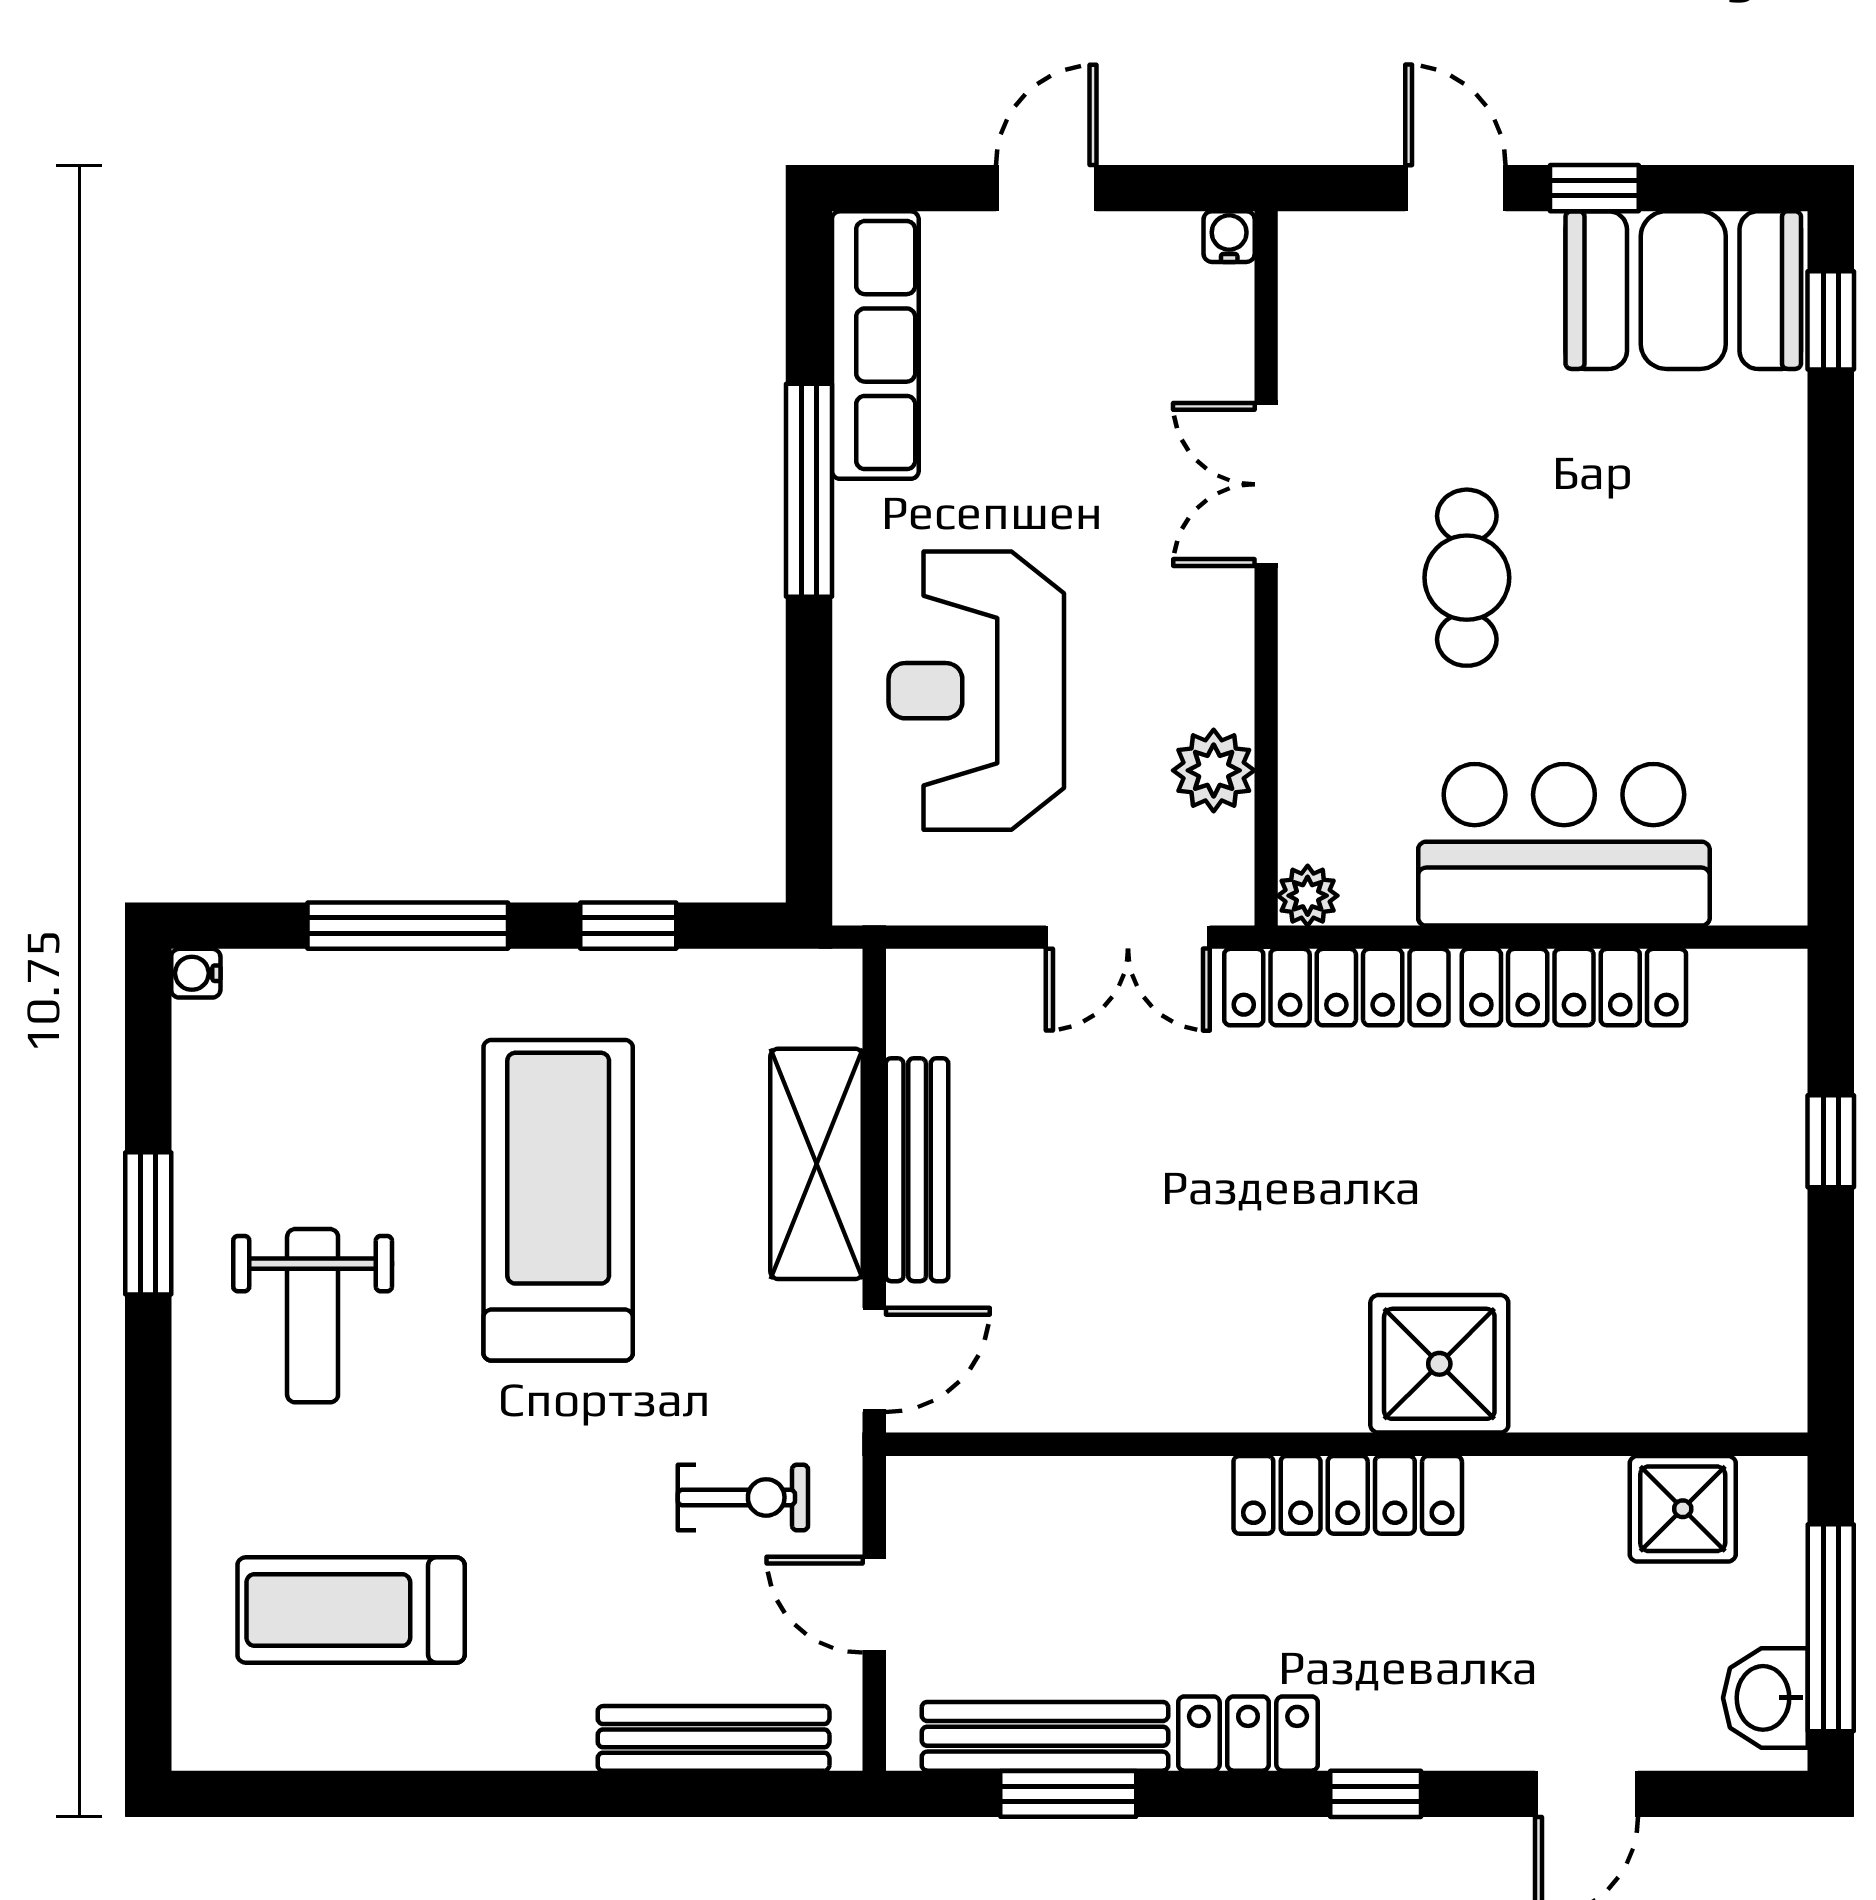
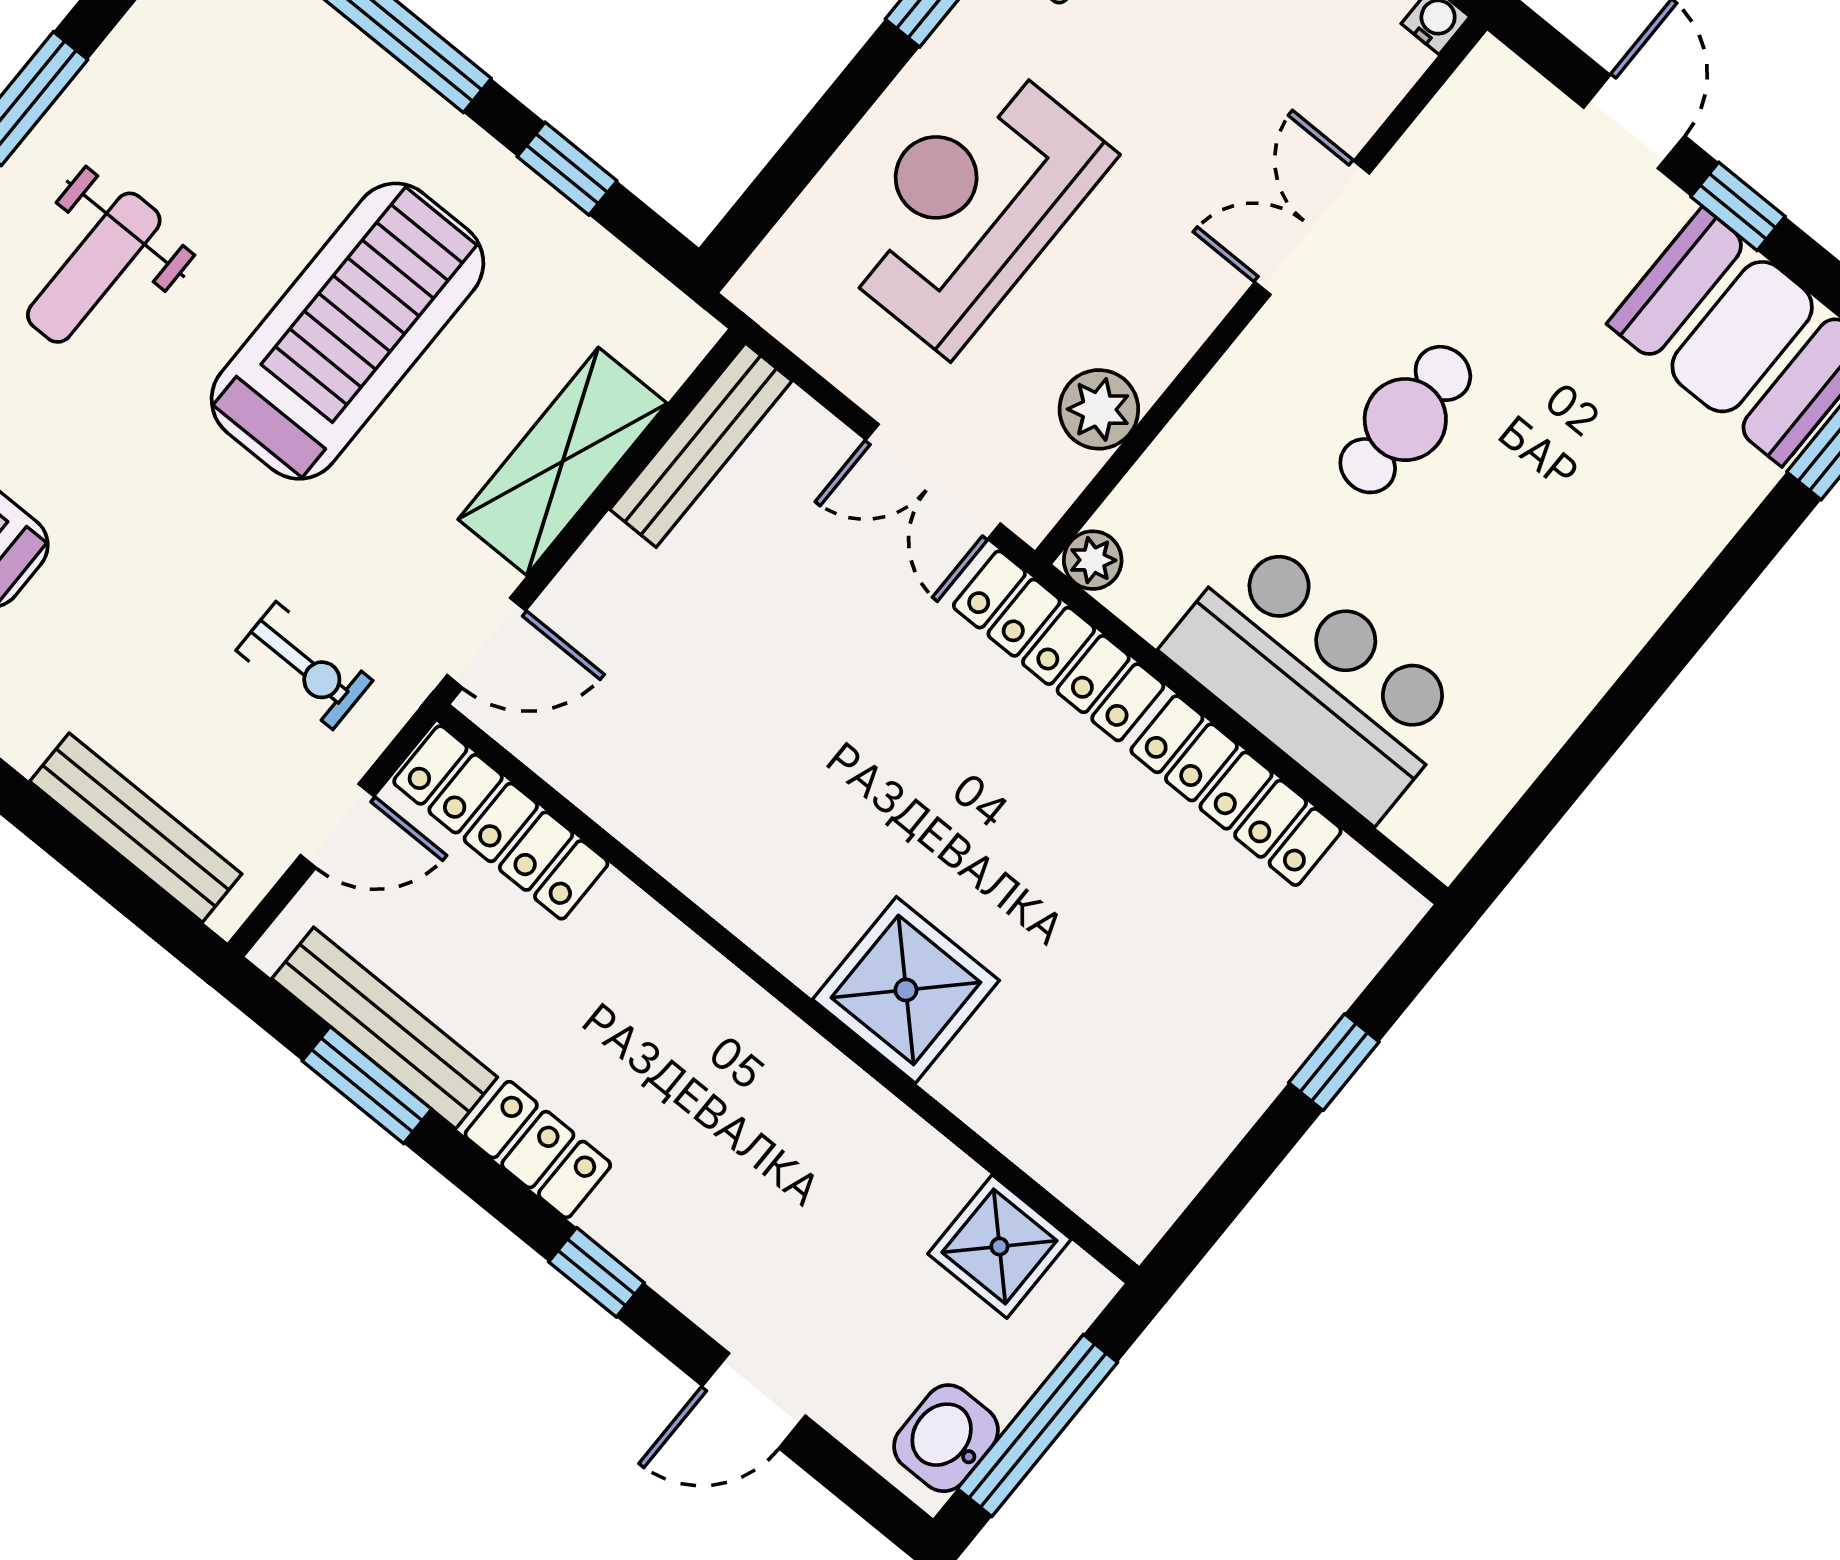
bench: (917, 1170) -> (701, 445), moved
locker: (1348, 1495) -> (501, 822), moved
door: (874, 1605) -> (337, 826), swing flipped

